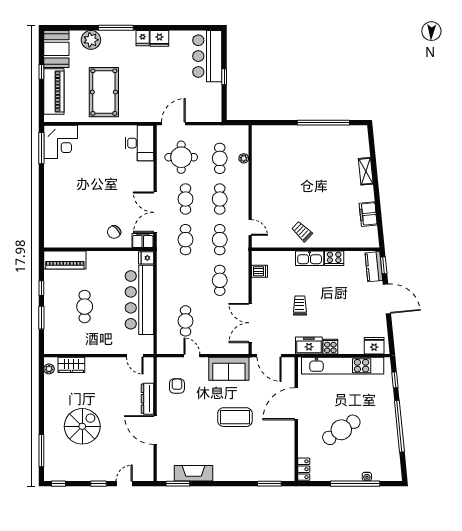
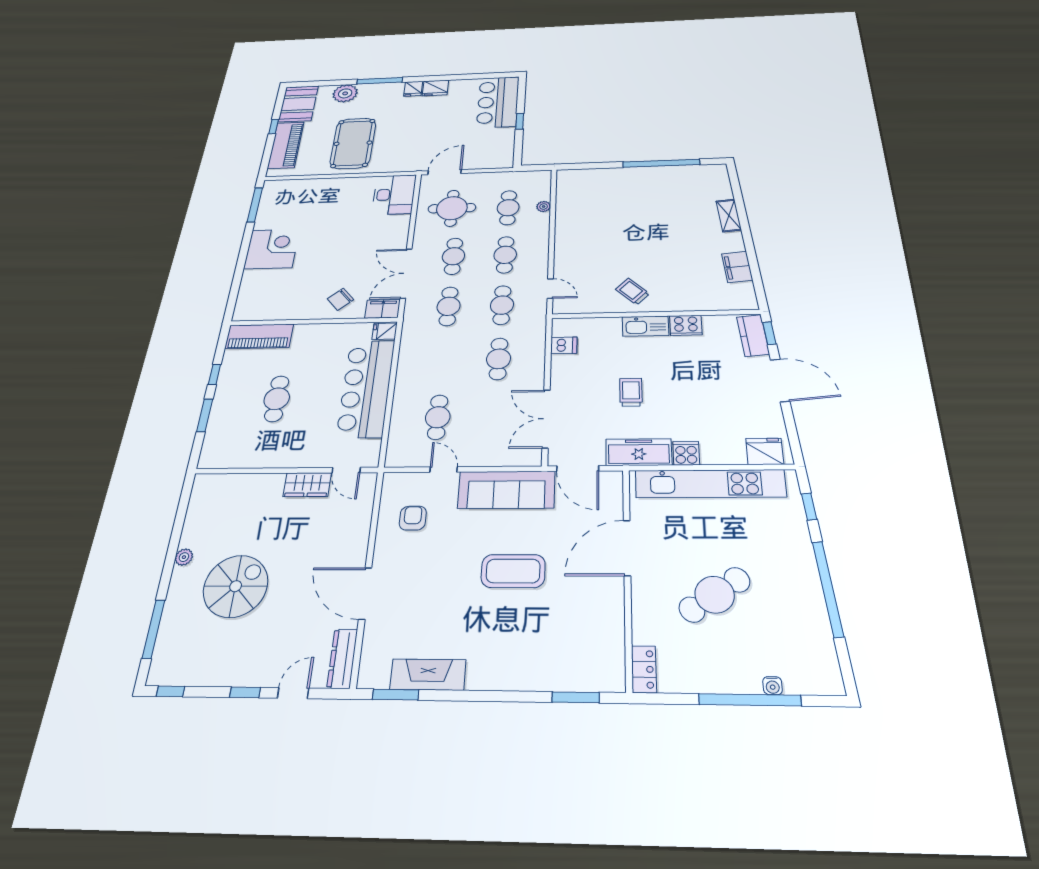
corner desk: (61, 142) -> (272, 249), moved, turned -90
freezer: (309, 346) -> (639, 452), width x1.40
wardrobe: (71, 365) -> (307, 485), moved
plant: (49, 369) -> (184, 557), moved
sofa: (229, 369) -> (506, 490), width x1.36
dresser: (148, 399) -> (342, 659), moved

